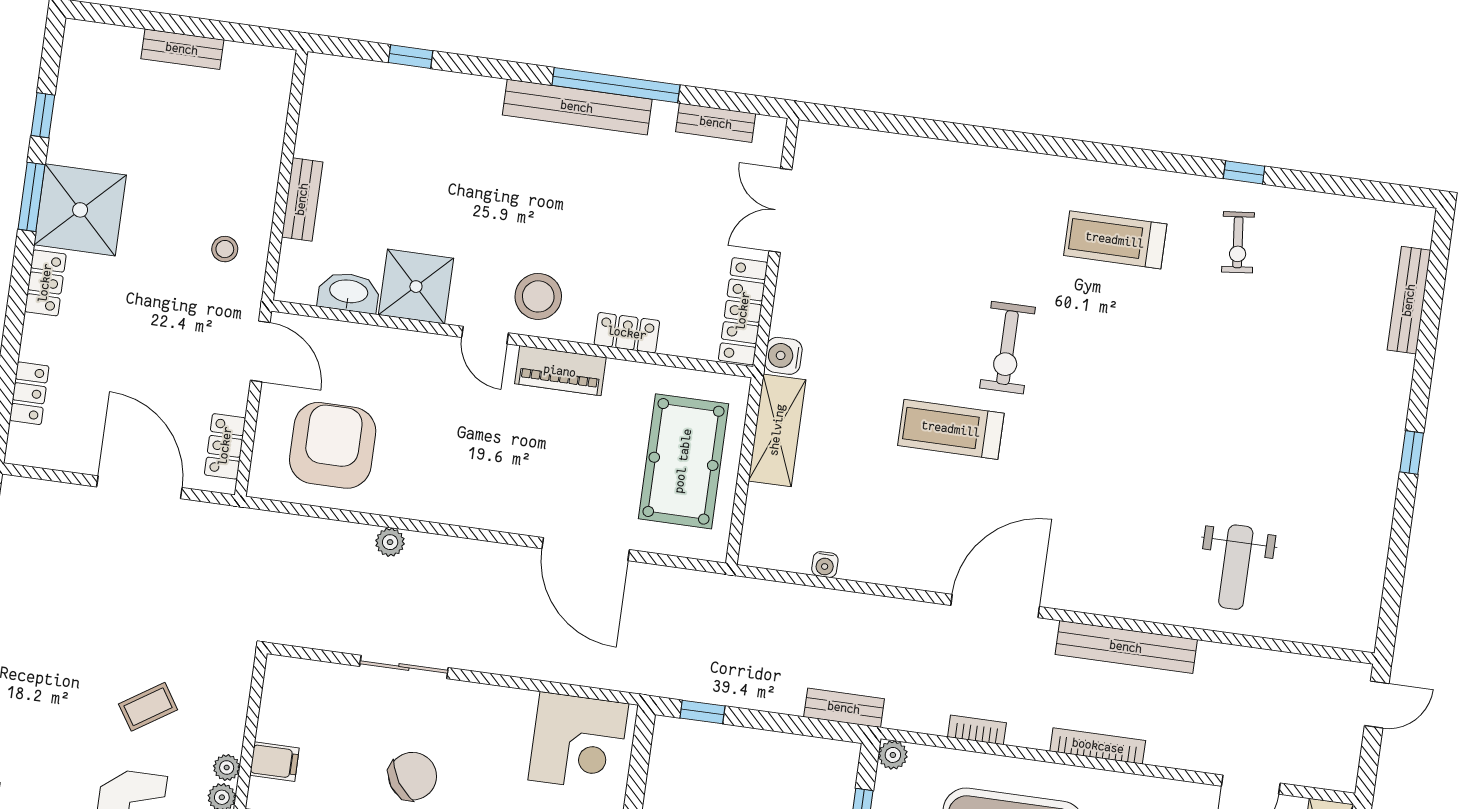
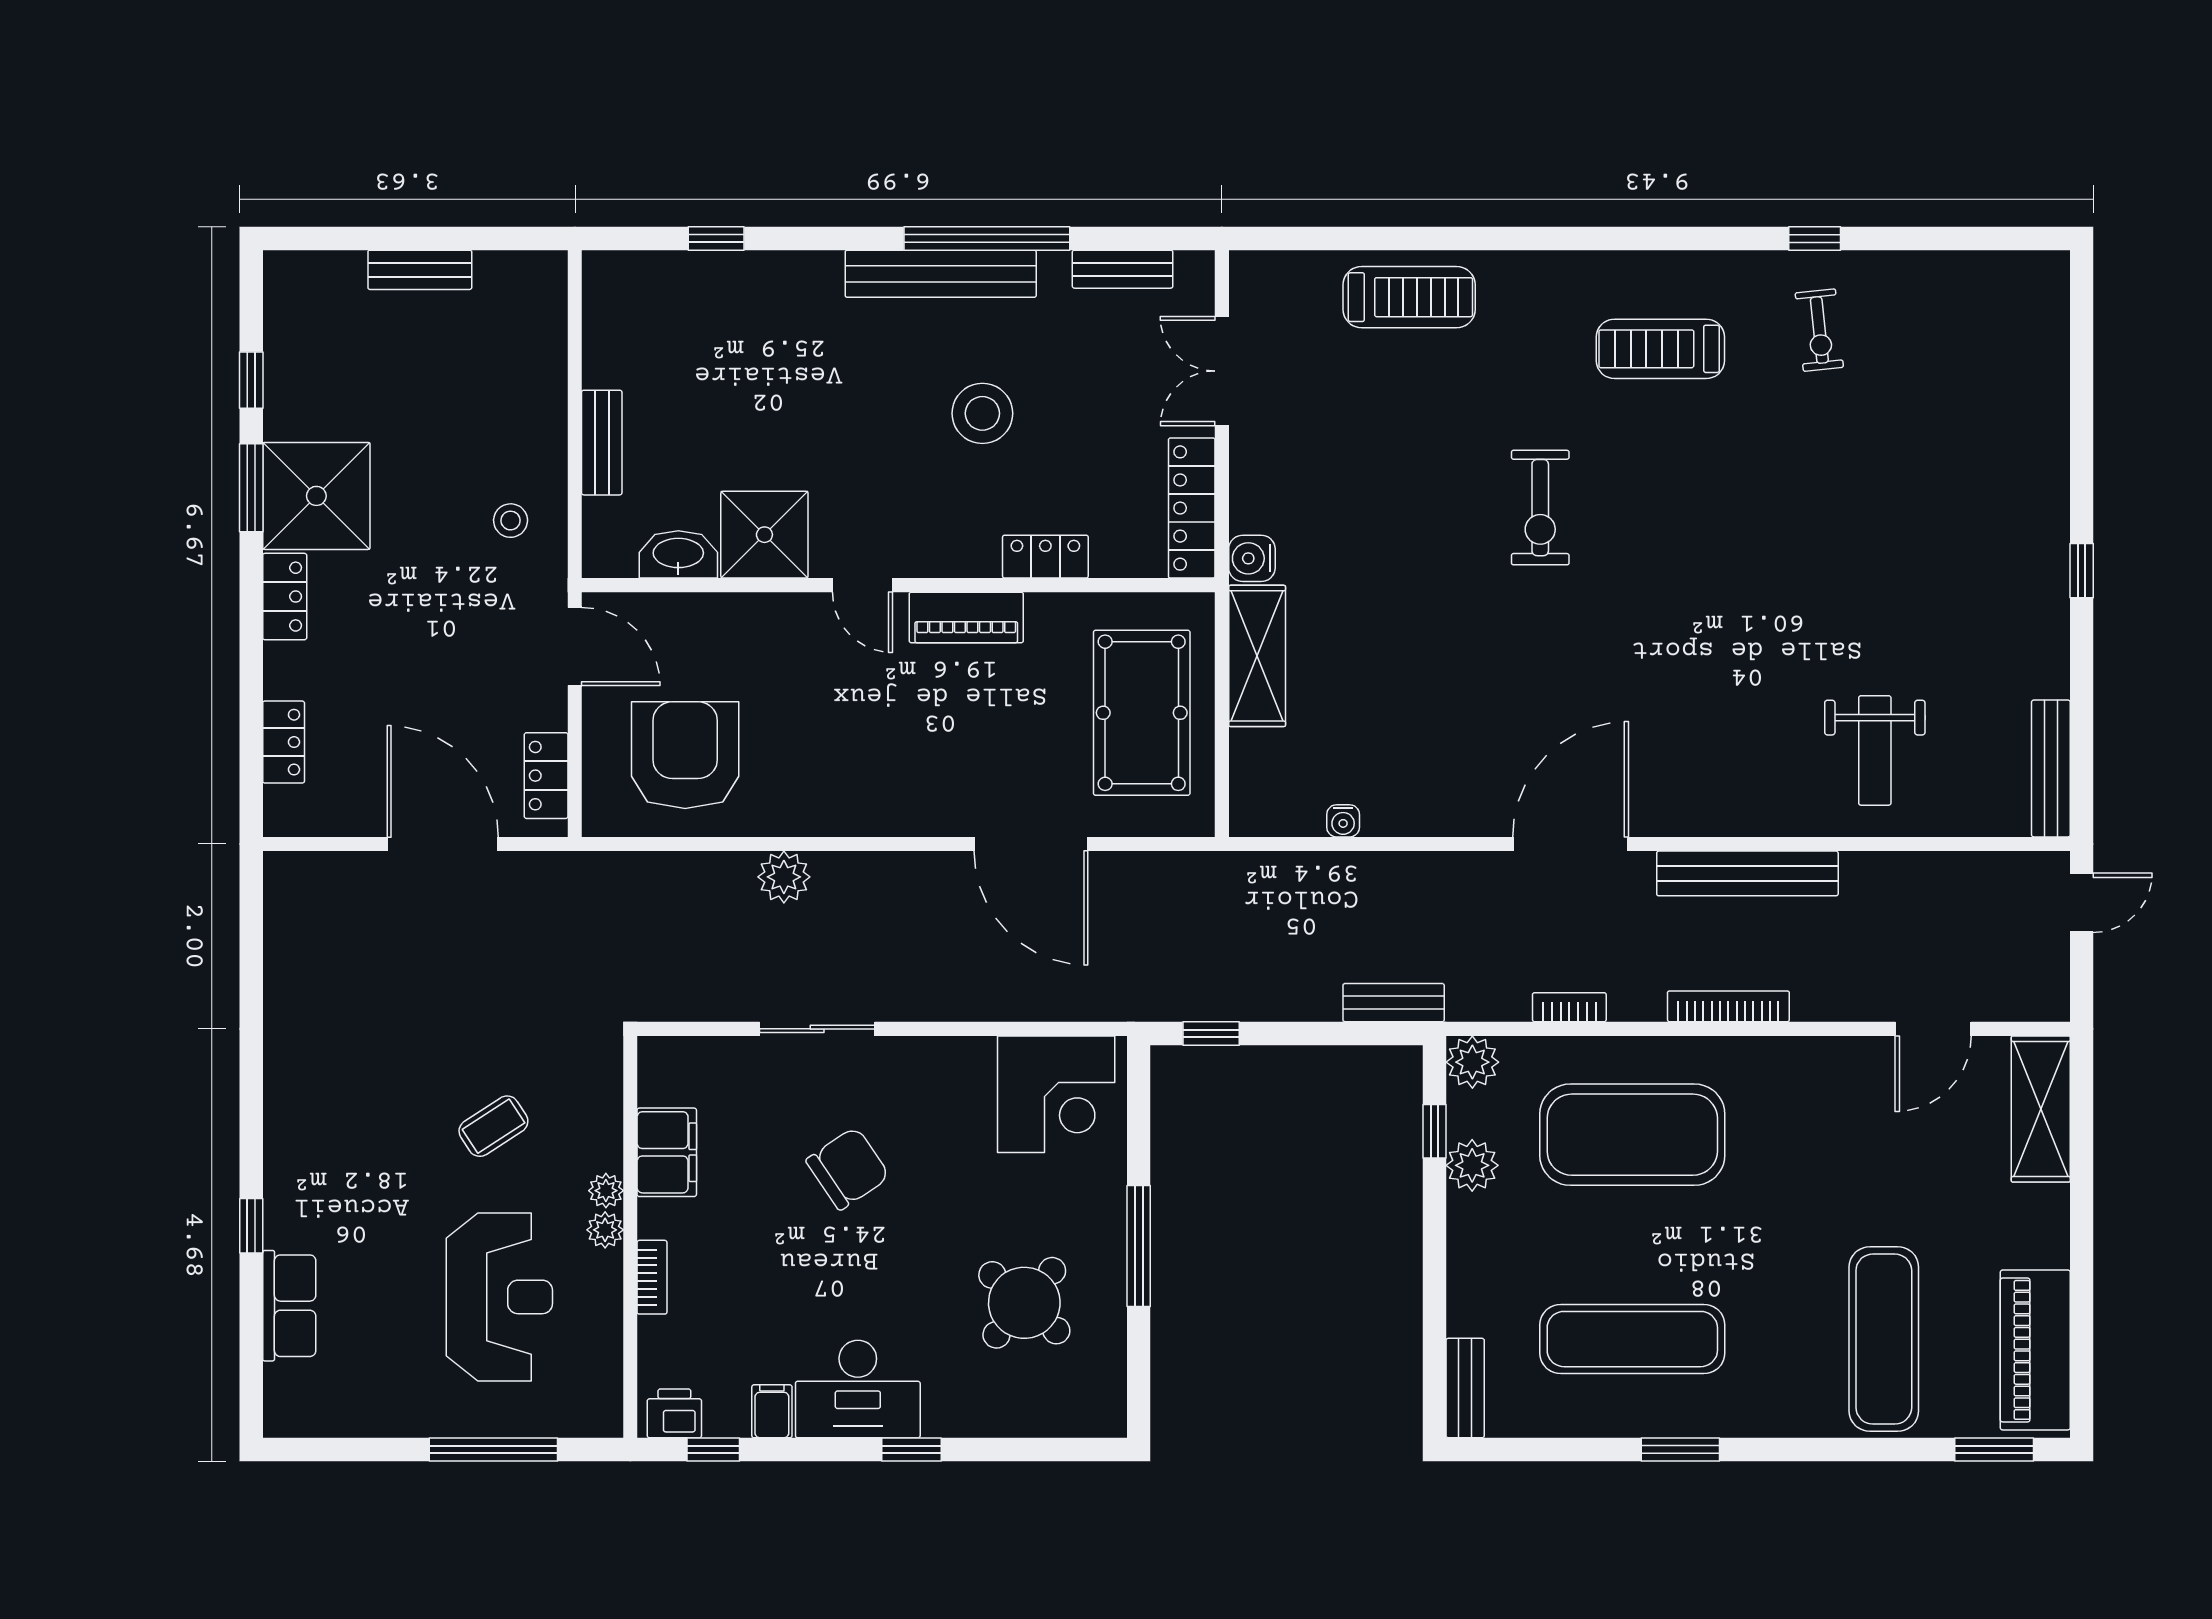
stool: (538, 296) -> (982, 413), moved
bench: (1409, 300) -> (2051, 768), moved
treadmill: (951, 429) -> (1409, 297), moved, turned 180
plant: (390, 542) -> (784, 877), width x1.38, depth x1.38
plant: (893, 755) -> (1472, 1062), width x1.38, depth x1.38
filing cabinet: (274, 762) -> (667, 1152), width x2.00

